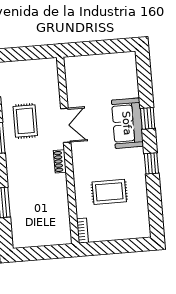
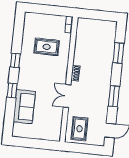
rug: (25, 121) -> (80, 129), moved
sofa: (127, 123) -> (24, 107), moved

